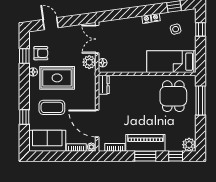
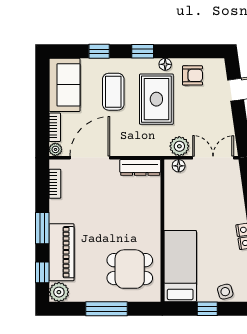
side table: (176, 29) -> (225, 292), moved
window: (200, 29) -> (207, 309), moved
armchair: (41, 53) -> (192, 75), turned -90
window: (24, 56) -> (143, 51), moved
dresser: (104, 85) -> (140, 167), width x1.44
window: (200, 100) -> (107, 309), moved
piano: (145, 143) -> (61, 252), moved

